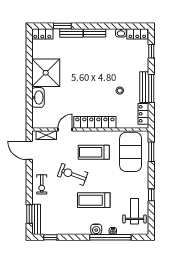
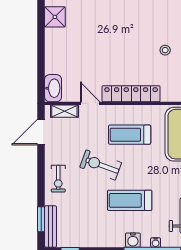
shower: (46, 73) -> (55, 17), width x0.54, depth x0.54
washbasin: (38, 97) -> (53, 88), moved
door: (65, 129) -> (90, 103), hinge flipped
door: (29, 150) -> (41, 132), hinge flipped

